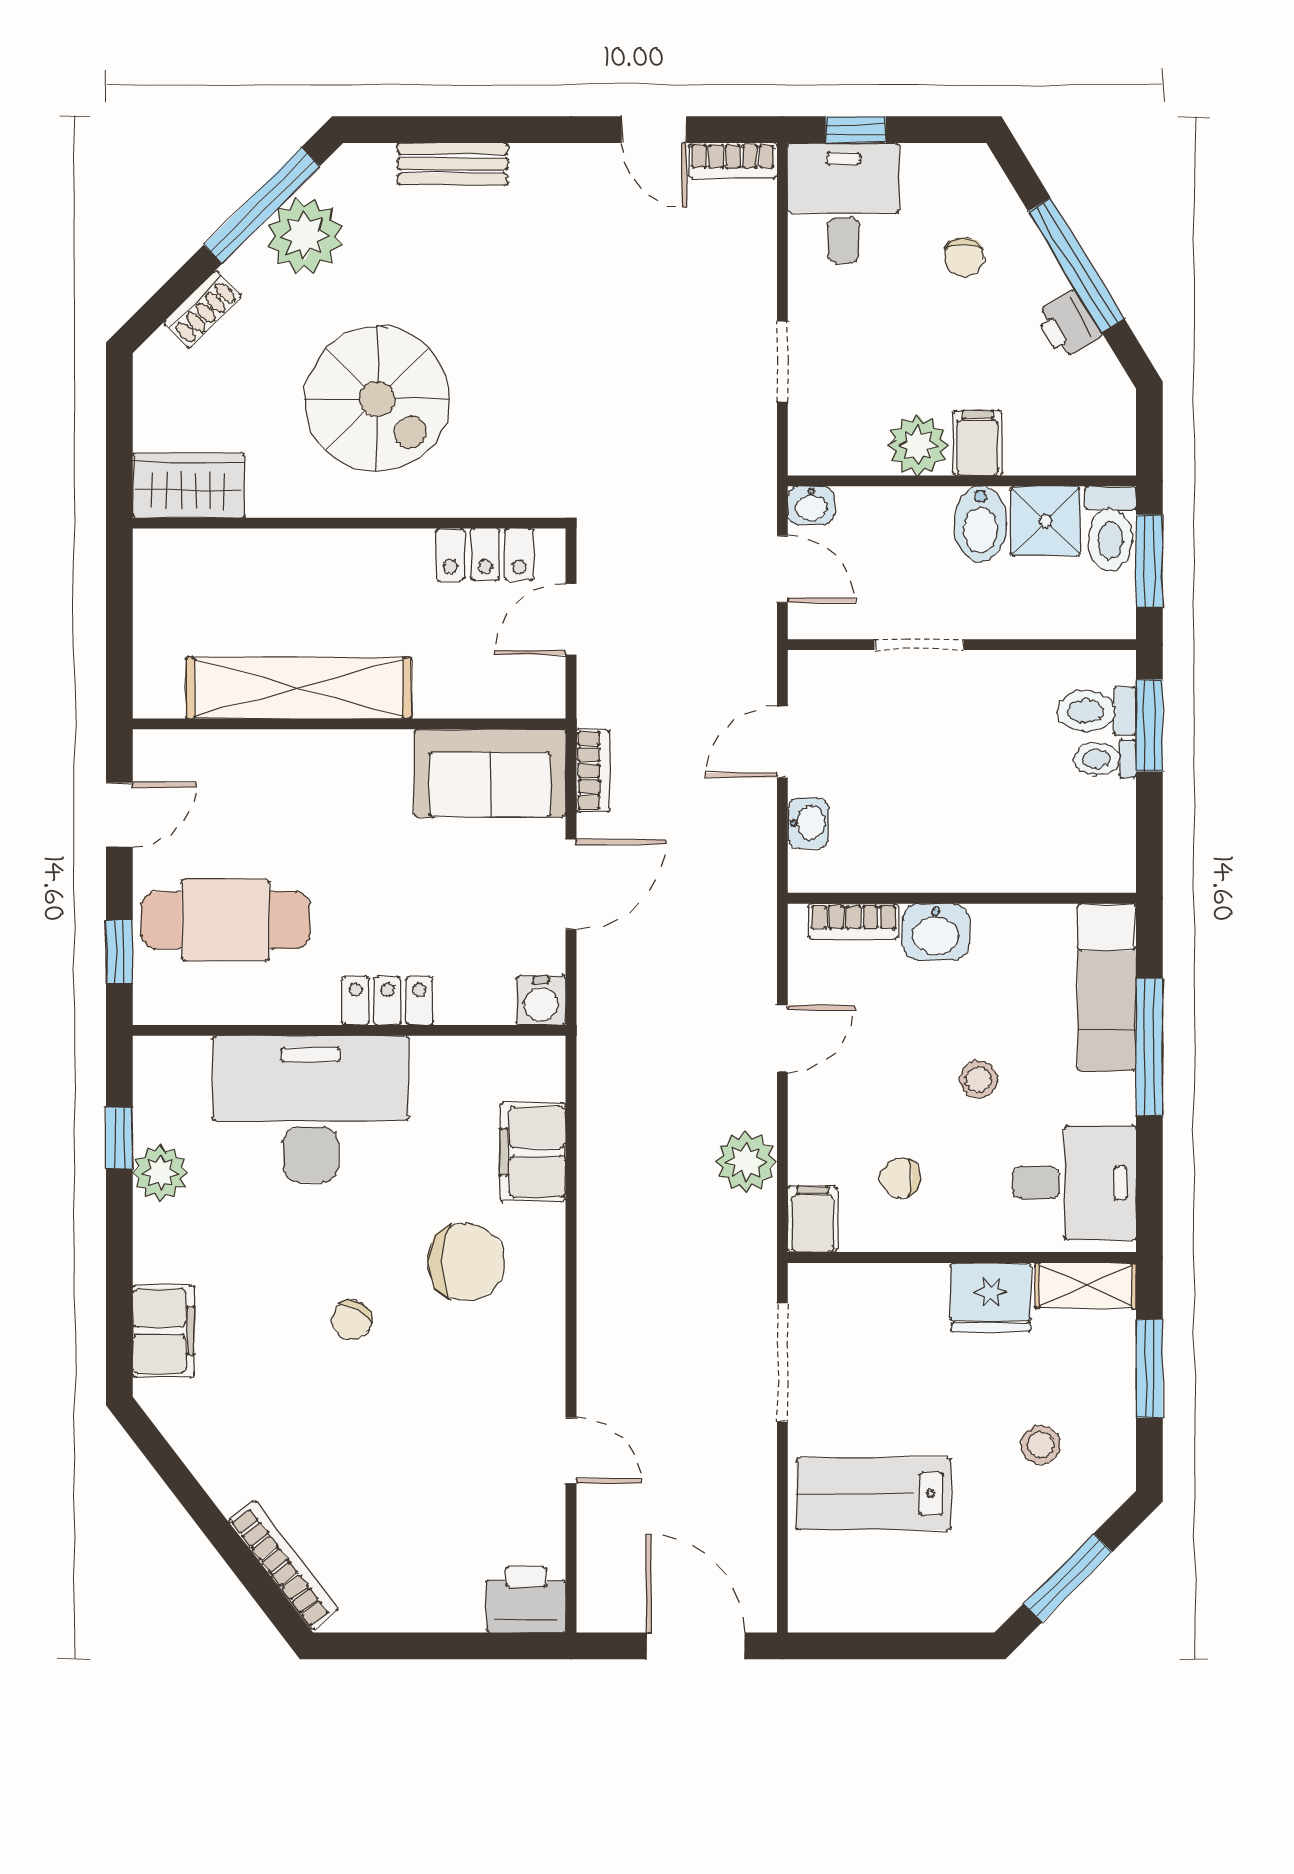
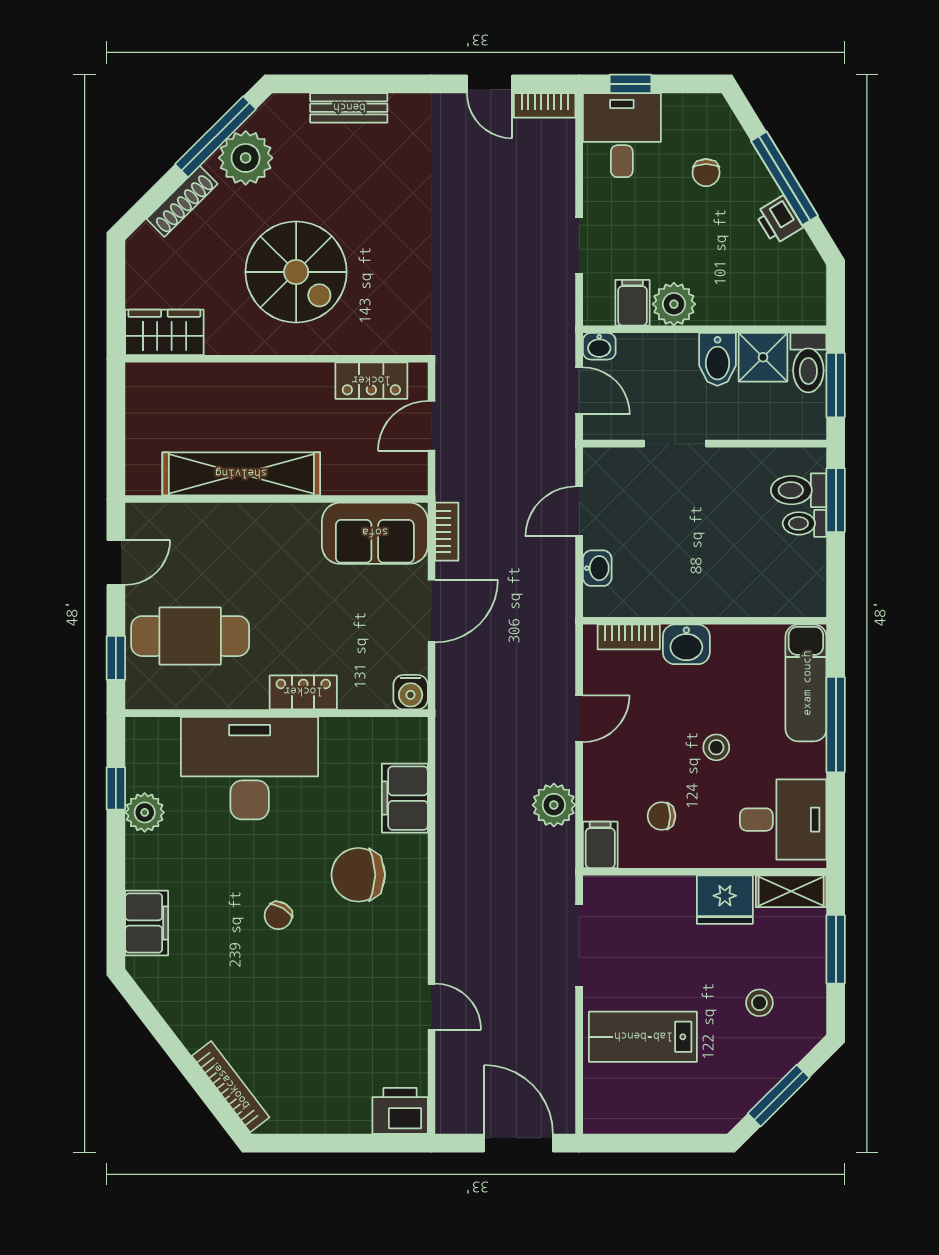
shoe rack: (202, 309) -> (182, 201), width x1.43
filing cabinet: (977, 443) -> (632, 303), moved
chair: (466, 1262) -> (358, 875), turned 180

